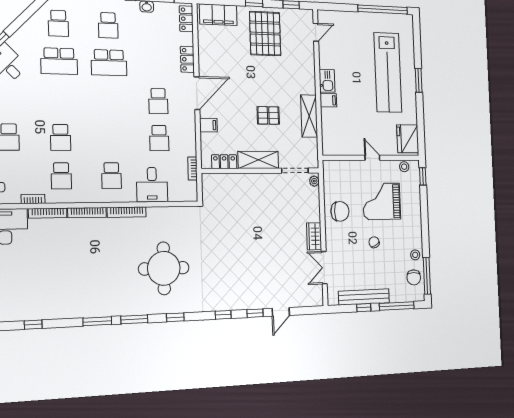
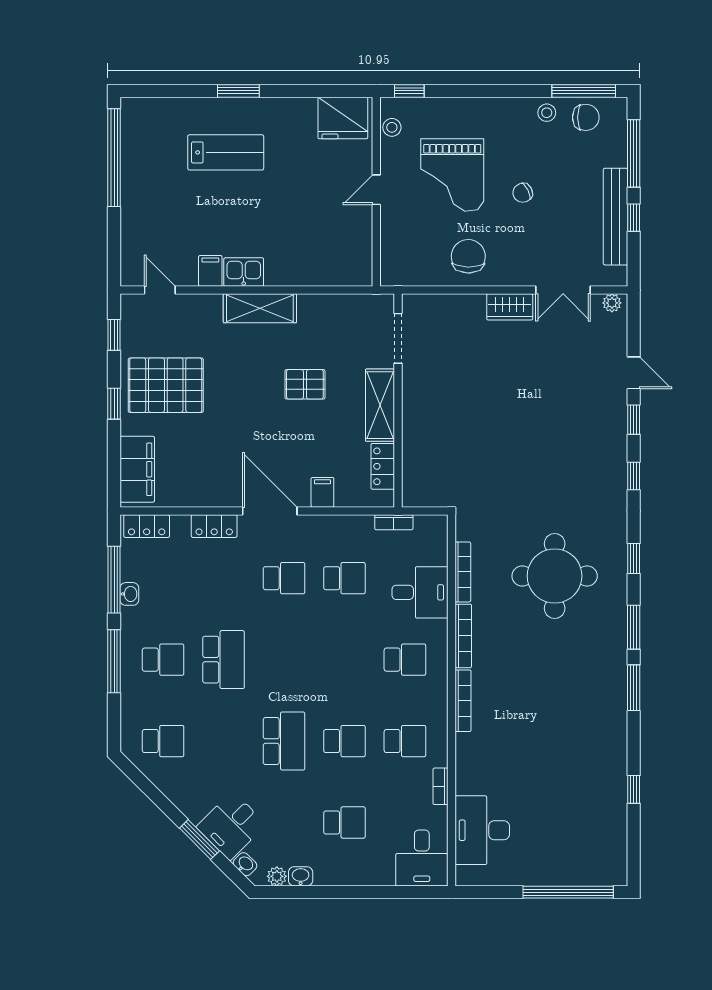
school desk: (59, 61) -> (284, 741), moved
lab bench: (388, 72) -> (226, 152), width x0.54, depth x0.72
filing cabinet: (328, 100) -> (210, 271), moved
pallet: (268, 115) -> (305, 384), turned 90
shelving: (309, 116) -> (260, 308), moved
plant: (314, 181) -> (612, 303), moved
bookcase: (48, 213) -> (463, 572), moved

